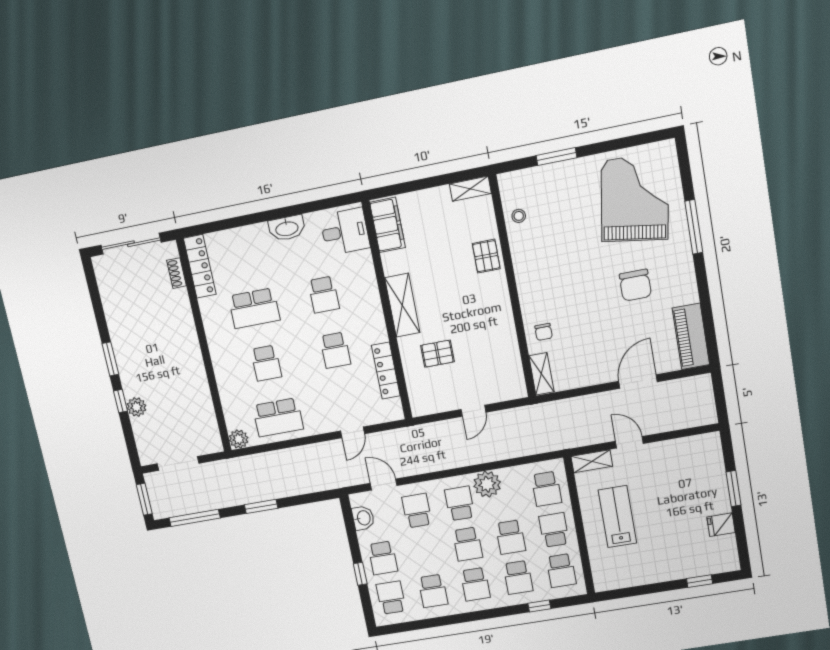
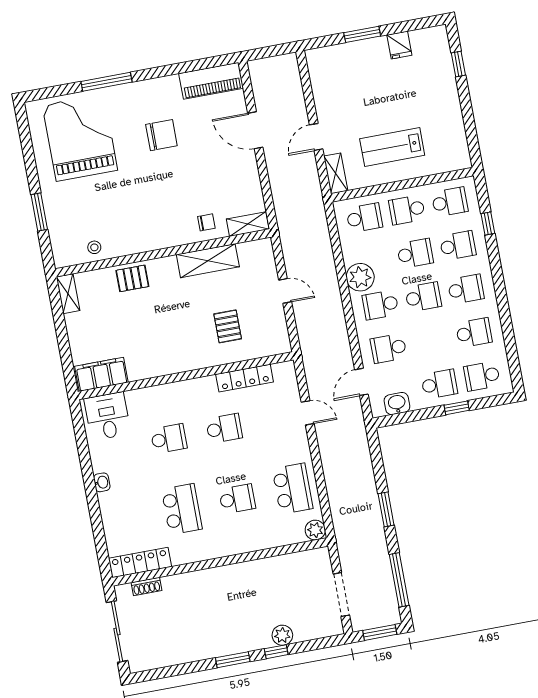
grand piano: (635, 199) -> (80, 138), turned 81
washbasin: (287, 228) -> (102, 482), width x0.52, depth x0.69
shelving: (402, 305) -> (208, 261), moved

